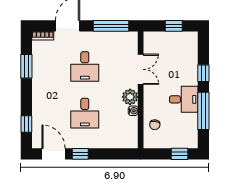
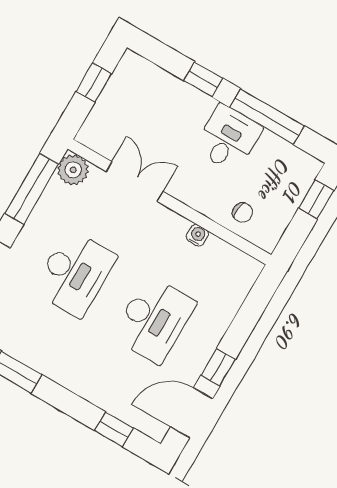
desk: (85, 66) -> (75, 273), width x1.37
plant: (130, 97) -> (73, 170), moved
desk: (85, 113) -> (154, 319), width x1.37

